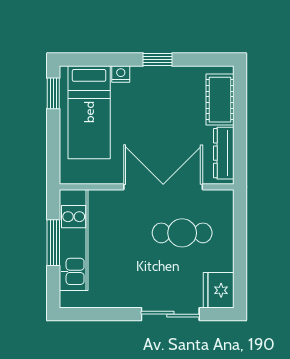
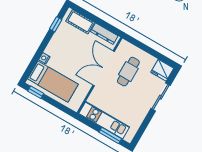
window: (158, 60) -> (56, 24), moved
window: (53, 243) -> (110, 135), moved

